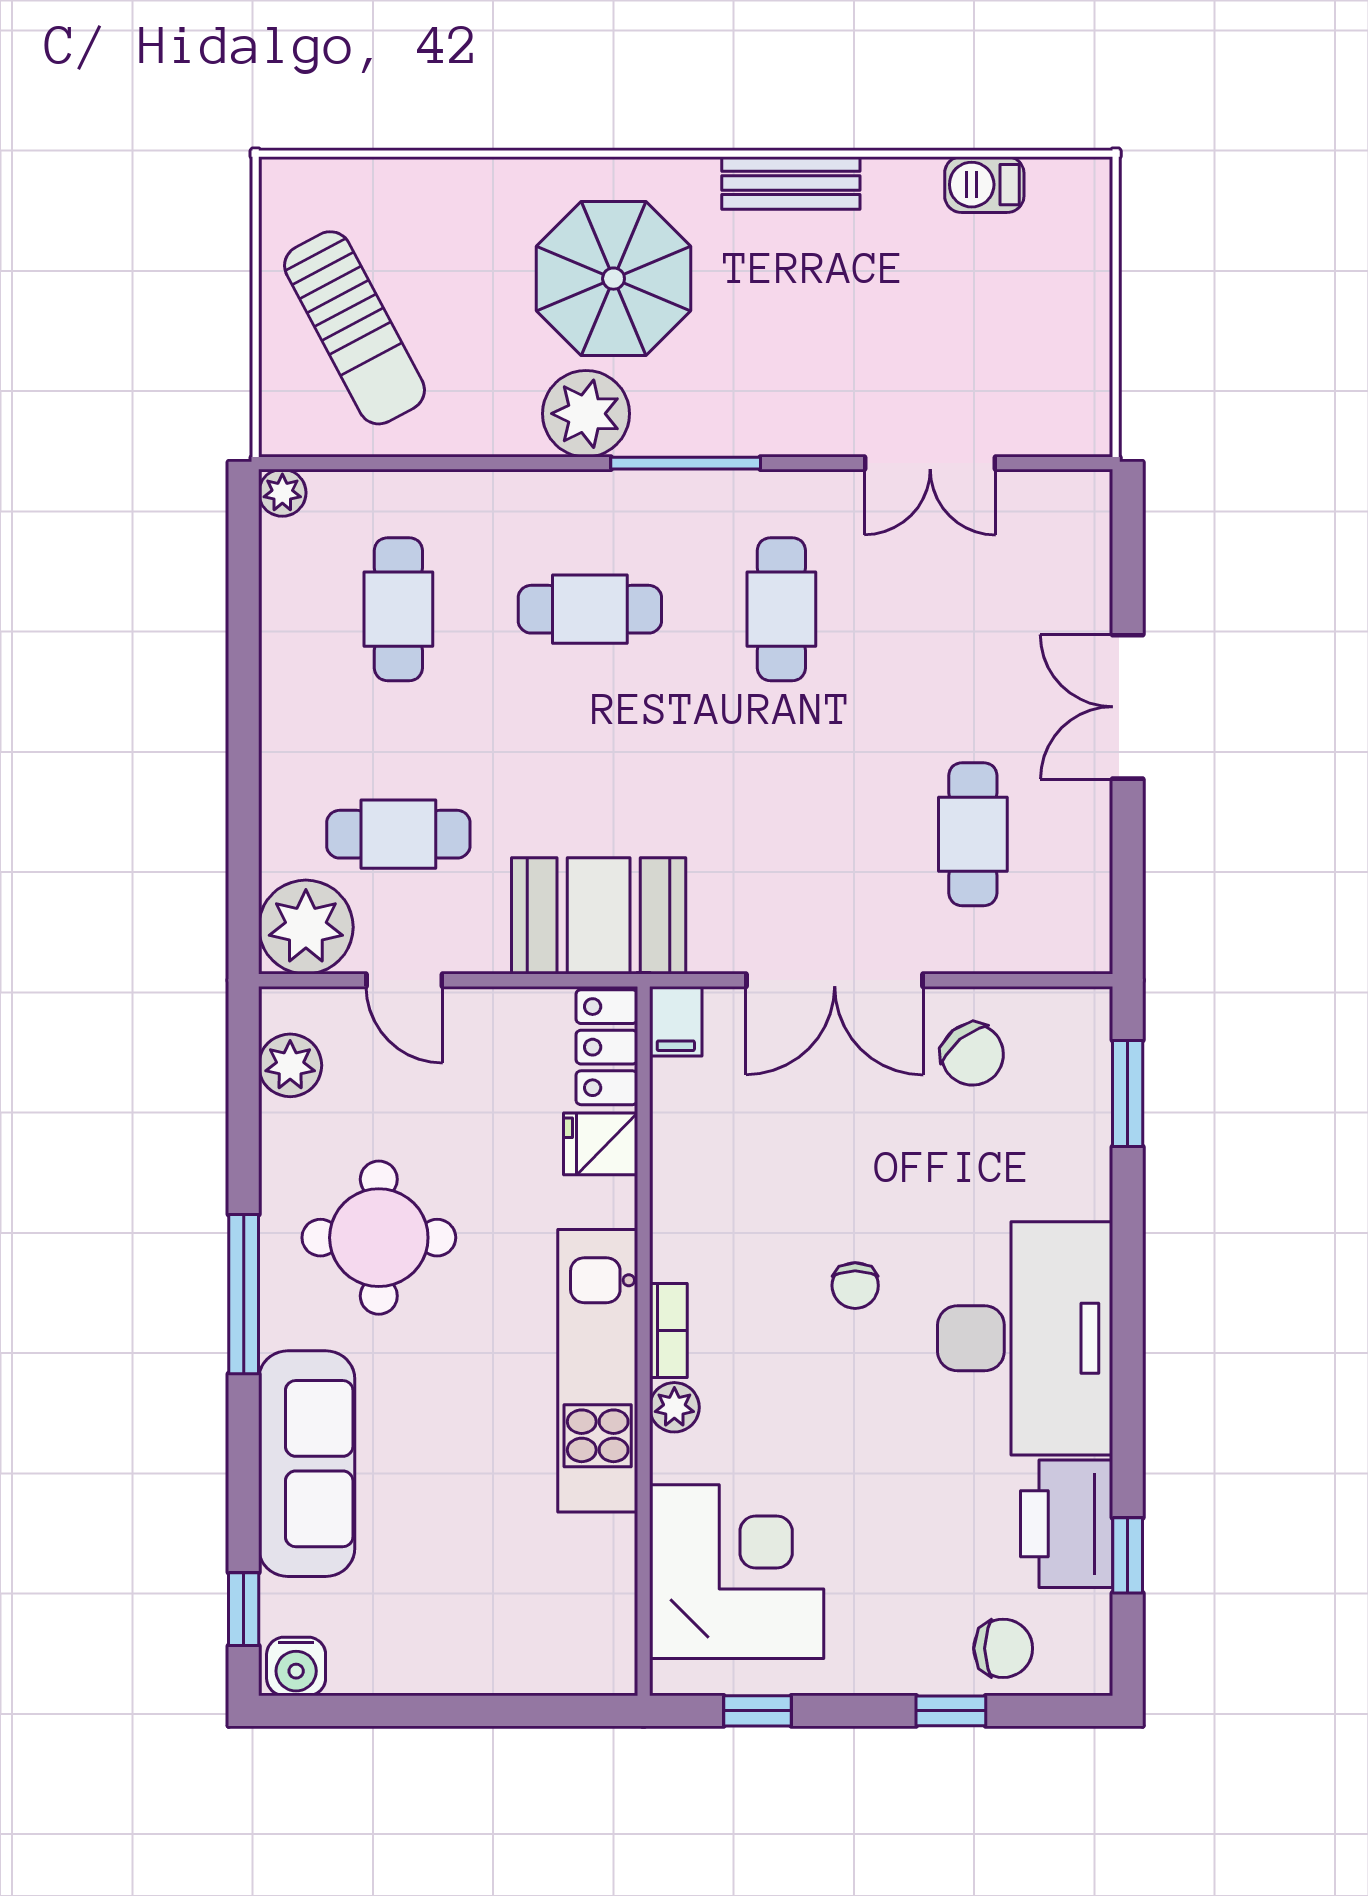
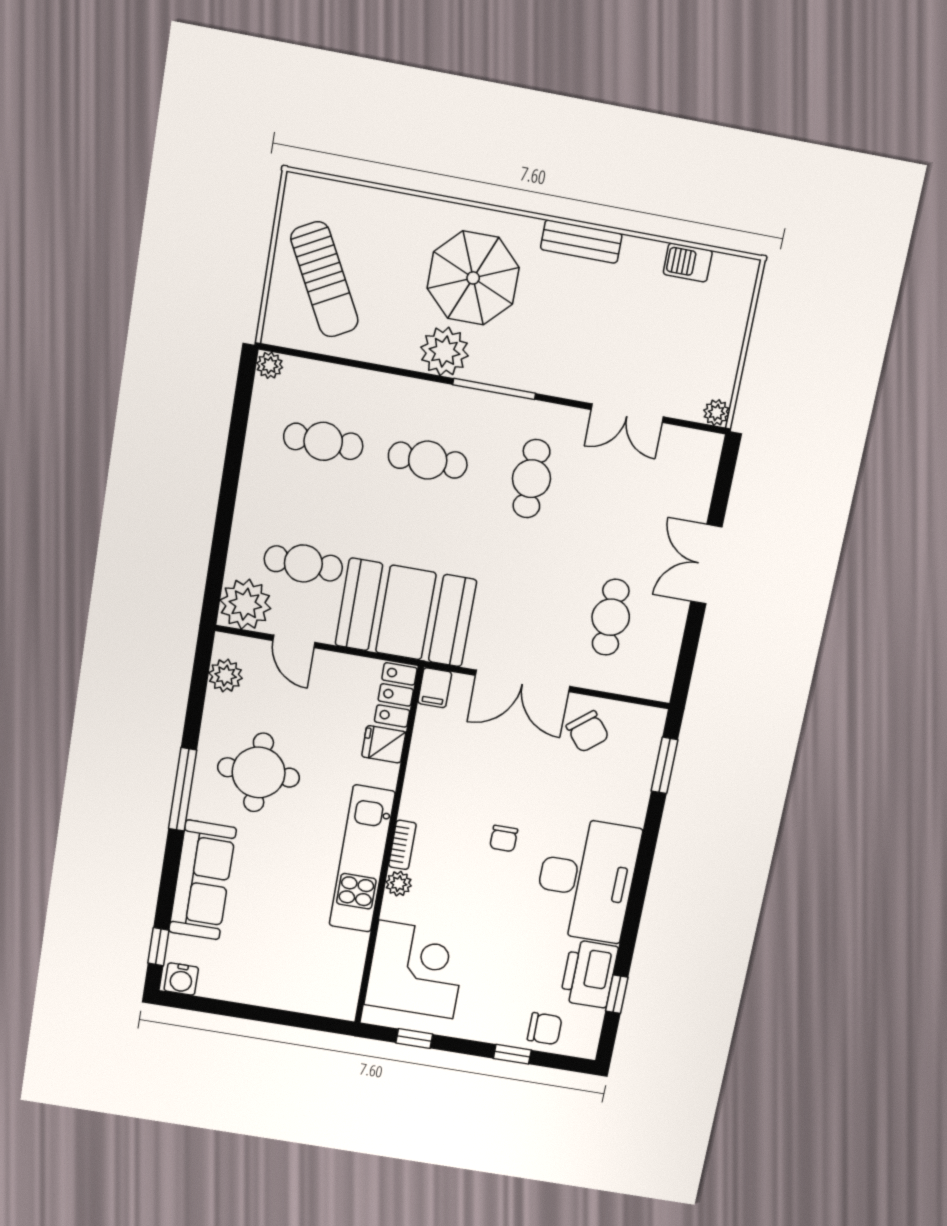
plant: (1089, 434) -> (716, 413), added
cafe table: (398, 609) -> (323, 441), turned 90
booth: (599, 916) -> (406, 613), width x1.36, depth x1.42

